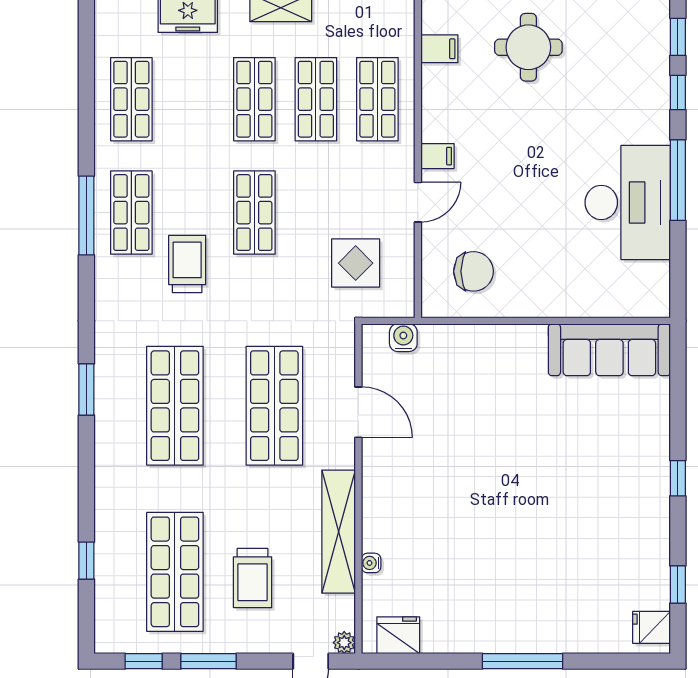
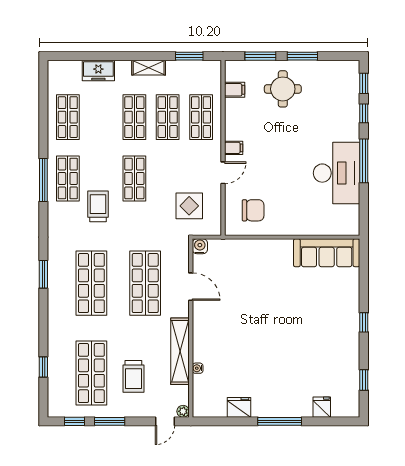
water cooler: (403, 338) -> (200, 246), moved
fridge: (652, 627) -> (322, 407), moved, turned 90
fridge: (398, 635) -> (239, 407), moved

